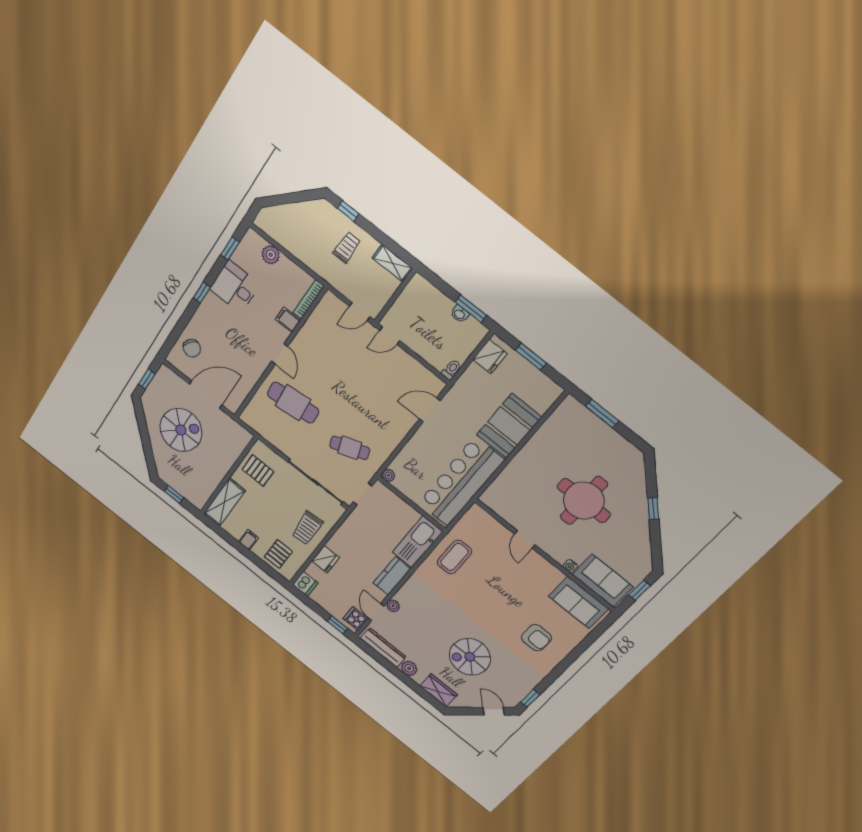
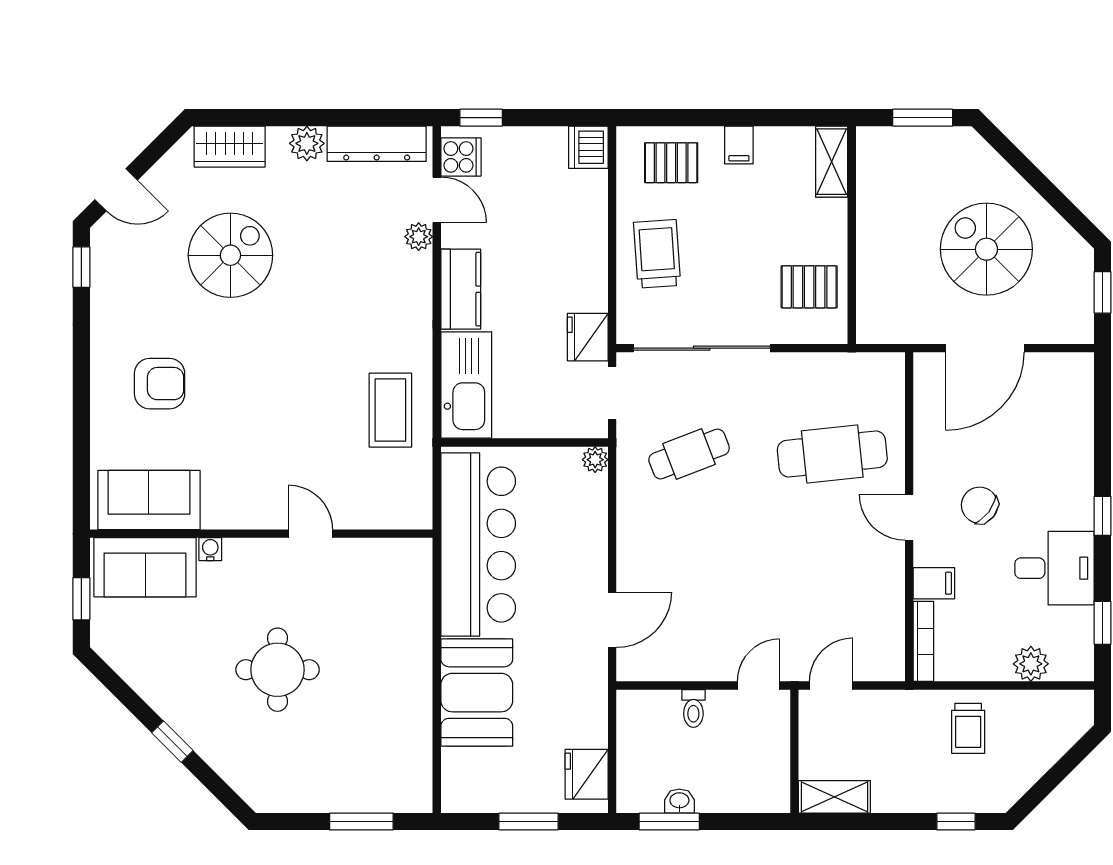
trolley: (347, 248) -> (968, 728), moved
chair: (192, 348) -> (980, 505), moved
toilet: (451, 370) -> (693, 708), moved
spiral stairs: (181, 430) -> (986, 249), turned 90
window: (174, 494) -> (923, 118), width x1.50
round table: (584, 501) -> (278, 670), width x0.73, depth x0.73
shelving: (224, 502) -> (832, 162), width x0.67, depth x0.75
pallet: (278, 554) -> (671, 163), turned 90
fridge: (325, 559) -> (588, 337), moved
armchair: (536, 638) -> (160, 384), turned 180

